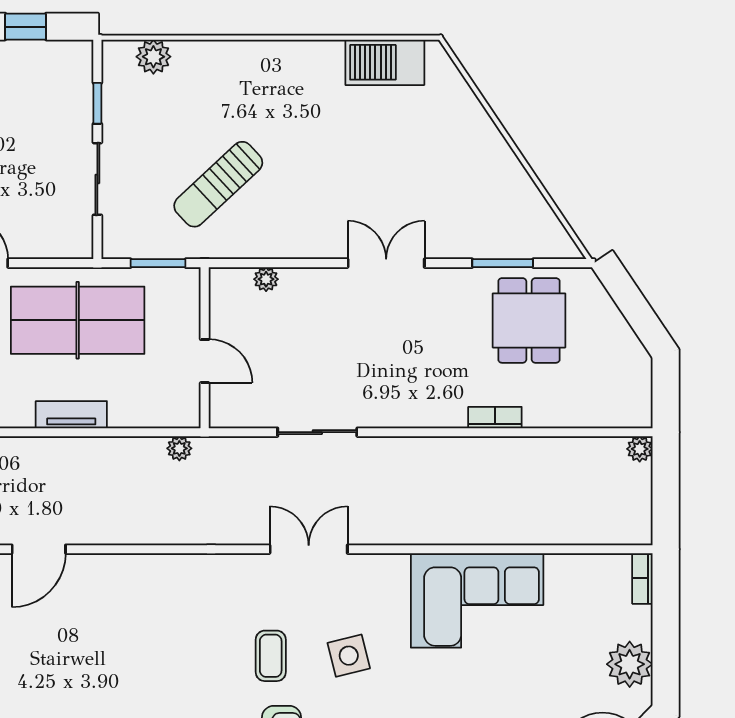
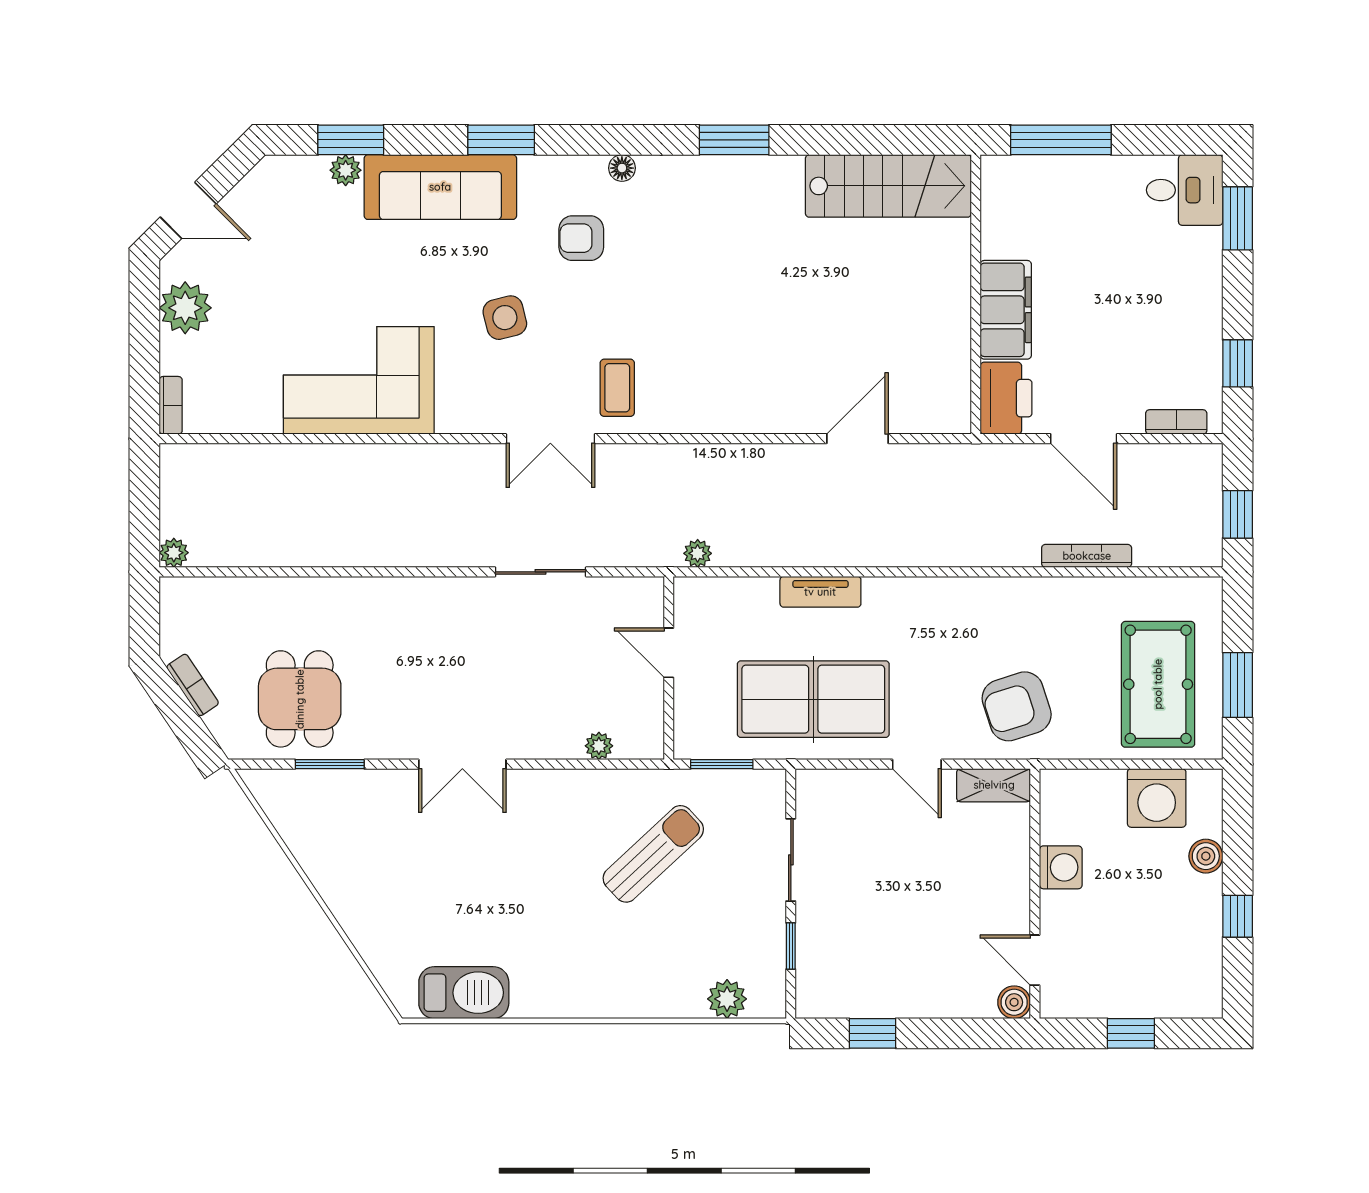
bookcase: (495, 418) -> (193, 685), moved, turned -124
coffee table: (271, 656) -> (617, 388), moved

